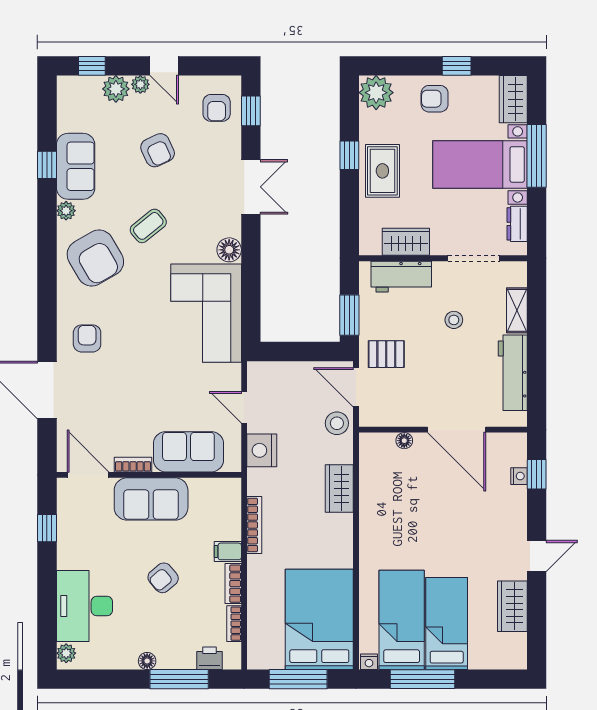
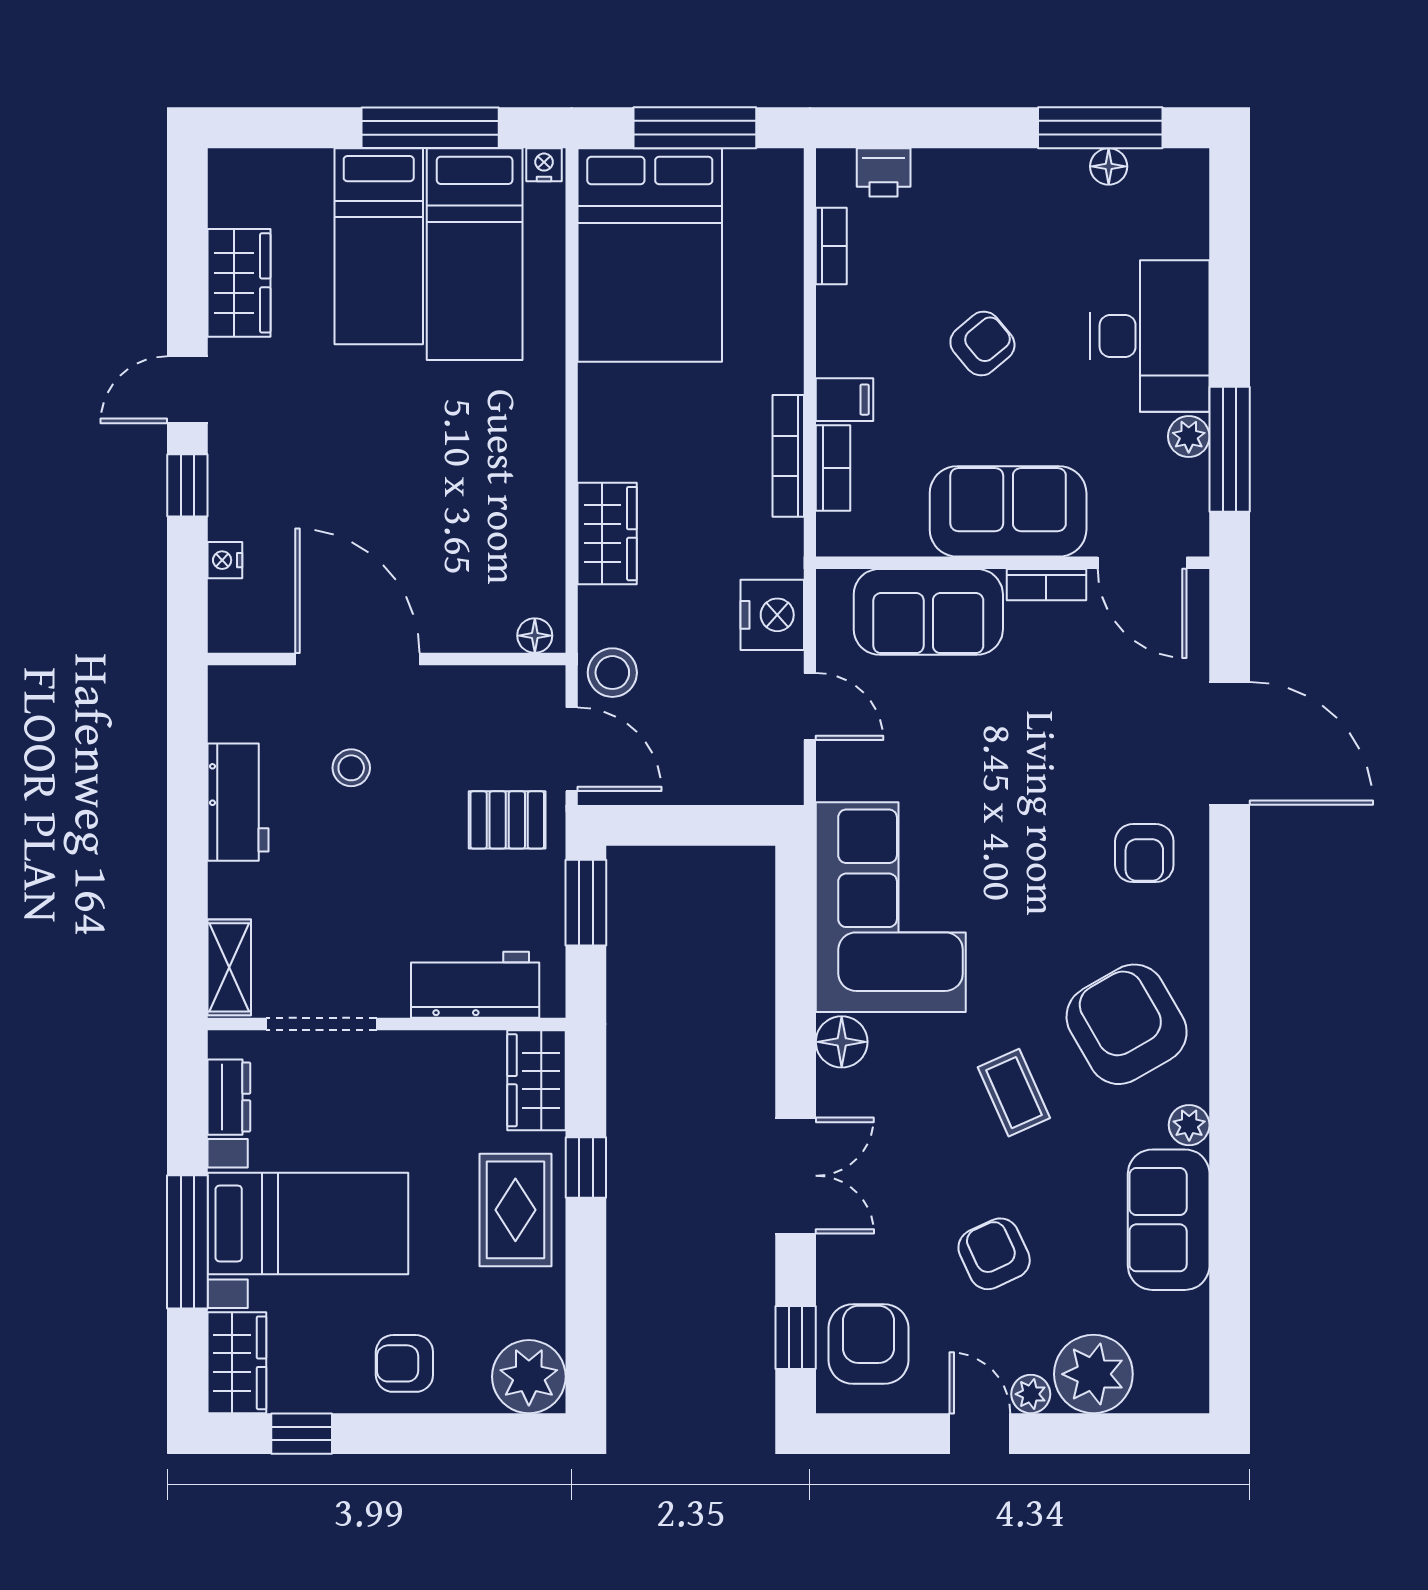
window: (92, 66) -> (1134, 1434), removed
window: (457, 66) -> (302, 1434), moved
plant: (116, 89) -> (1093, 1374), width x1.36, depth x1.36
armchair: (435, 99) -> (404, 1363), turned 180
armchair: (217, 108) -> (869, 1344), width x1.38, depth x1.38
window: (349, 155) -> (586, 1168), moved
window: (47, 165) -> (1230, 1223), removed
double door: (251, 187) -> (796, 1176), swing flipped
coffee table: (148, 226) -> (1014, 1093), turned -75
wardrobe: (406, 242) -> (536, 1080), moved, turned 90
shelving: (517, 310) -> (229, 967), moved
stool: (454, 320) -> (351, 768), moved
workbench: (513, 373) -> (238, 802), width x0.73
floor lamp: (404, 441) -> (535, 636), moved
window: (537, 474) -> (187, 485), moved
window: (47, 528) -> (1230, 449), width x2.17
bookcase: (233, 584) -> (833, 468), moved
desk: (84, 606) -> (1150, 336), moved
plant: (66, 653) -> (1189, 436), moved
floor lamp: (147, 661) -> (1109, 166), moved
window: (179, 679) -> (1100, 128), moved

